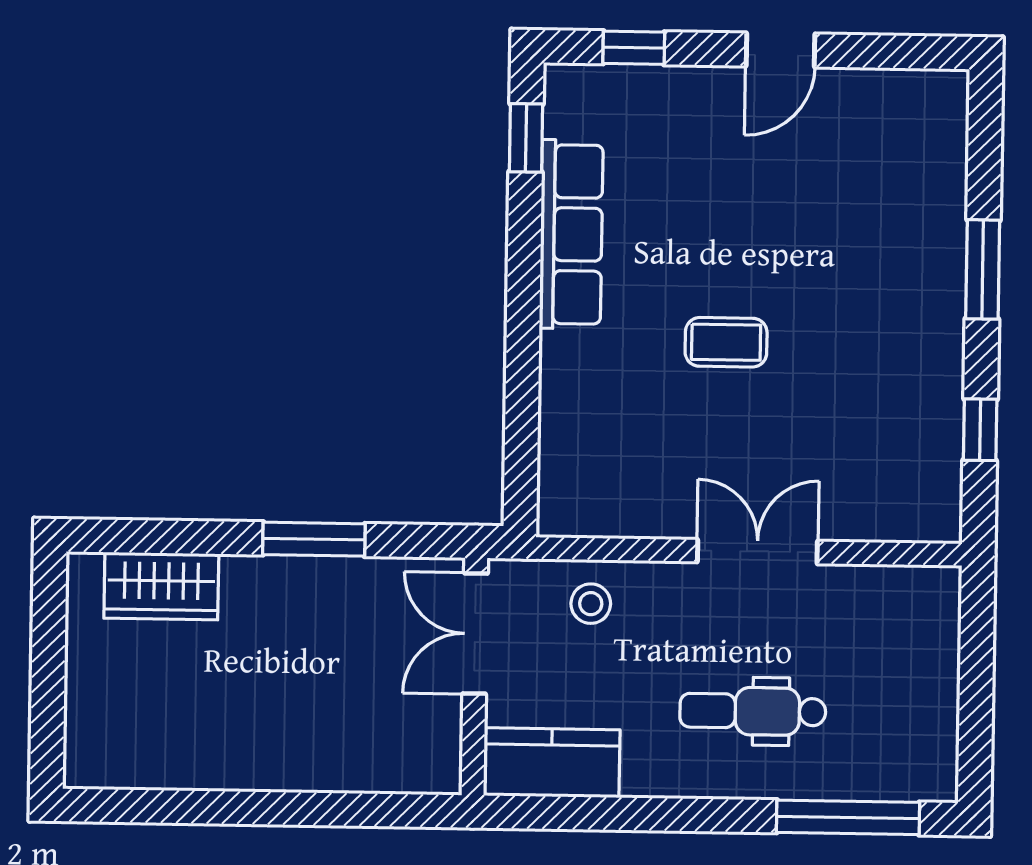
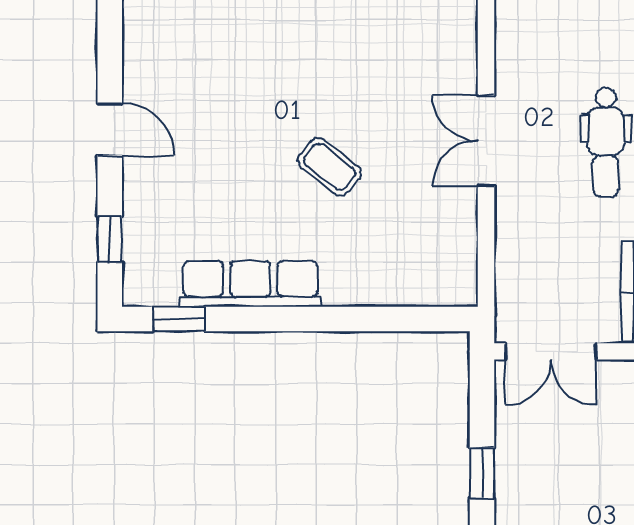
coffee table: (726, 342) -> (330, 167), turned -52
window: (314, 539) -> (482, 473), width x0.67
stool: (591, 604) -> (527, 265), removed

